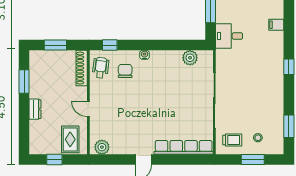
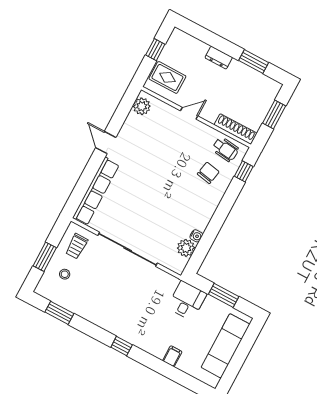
water cooler: (145, 55) -> (196, 236), moved
chair: (125, 71) -> (208, 173), turned -79

